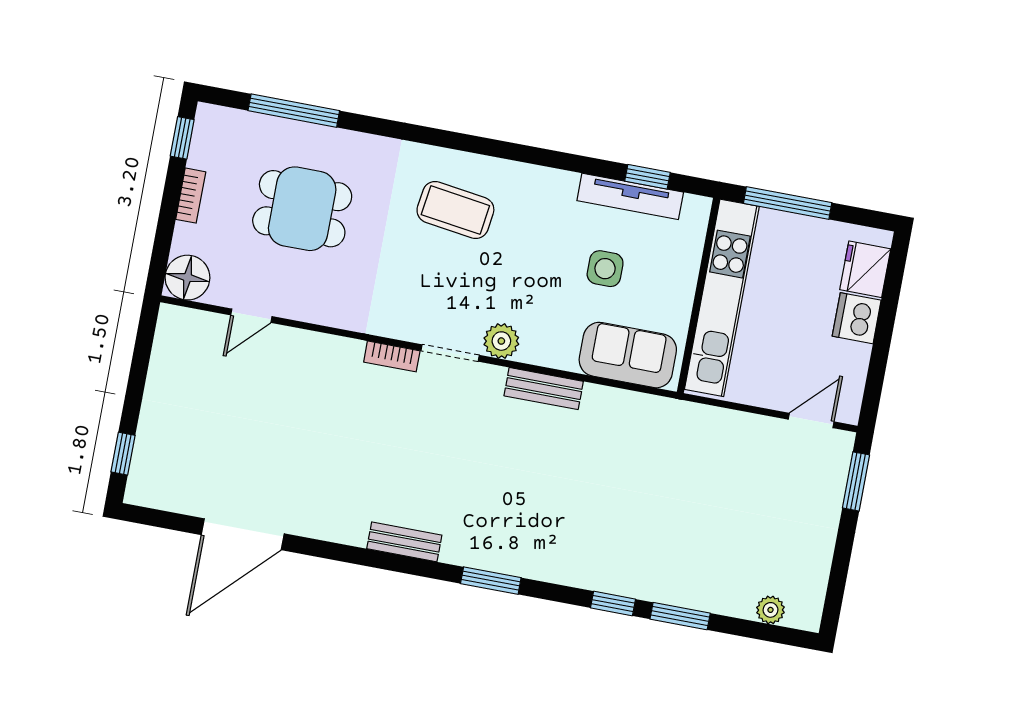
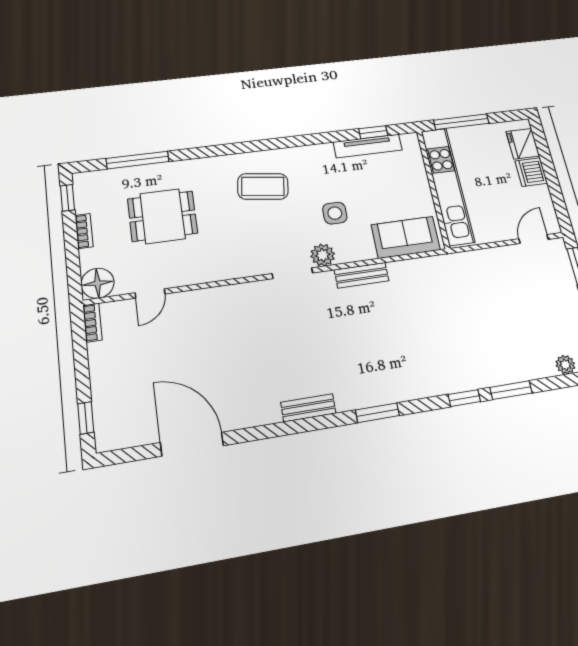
side table: (605, 269) -> (335, 213), moved
bookcase: (392, 356) -> (92, 323), moved, turned -90
door: (243, 534) -> (192, 444), swing flipped

